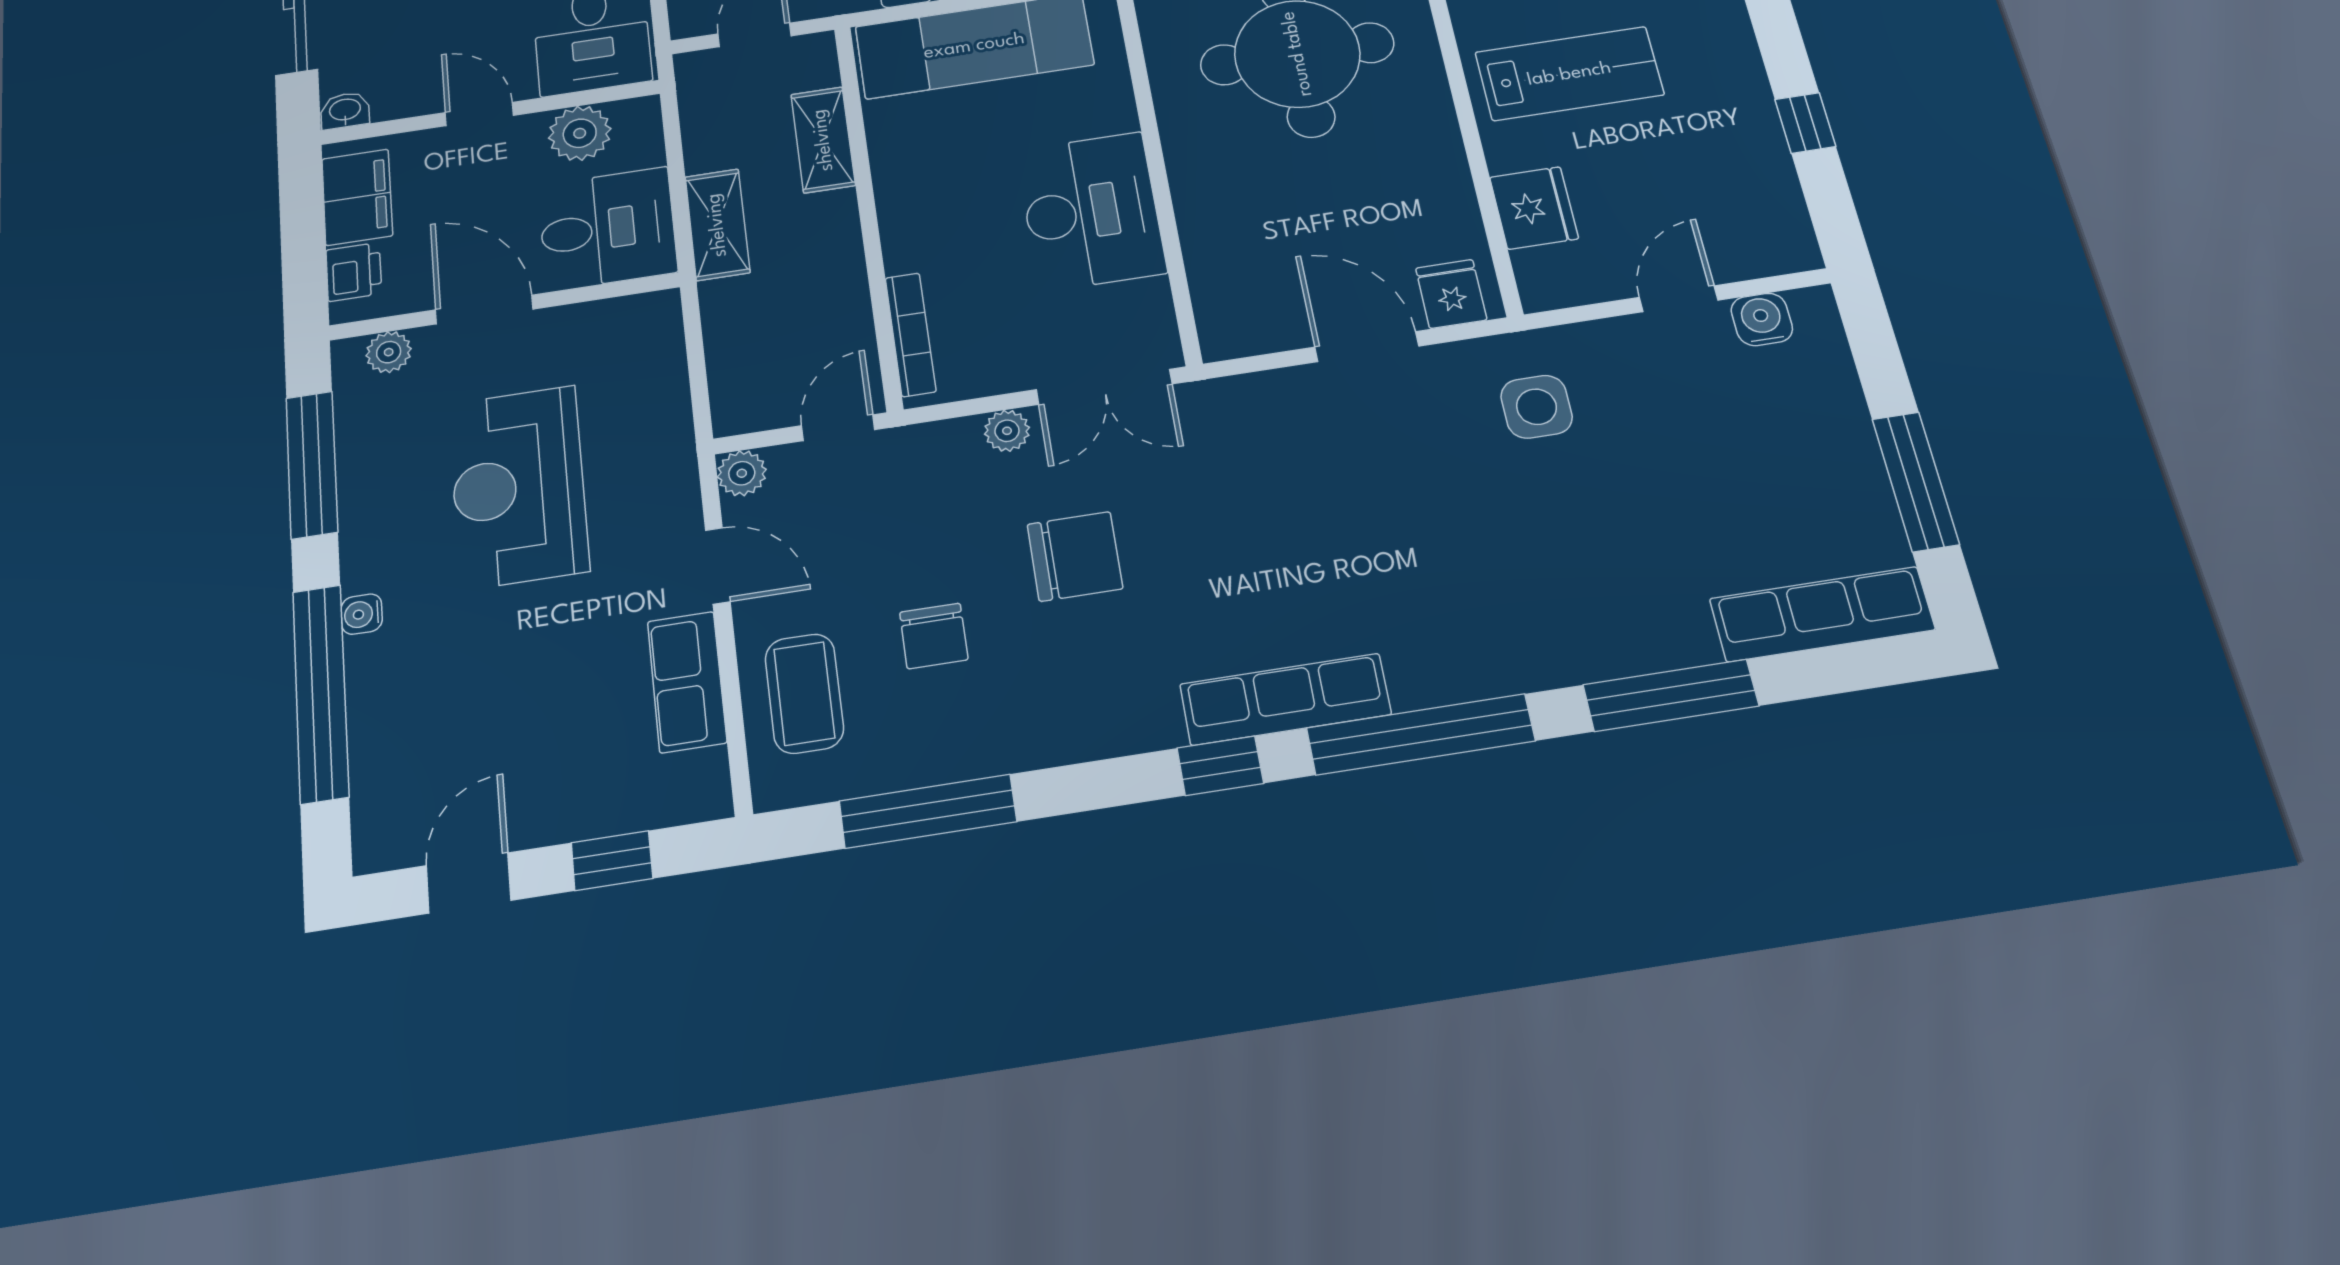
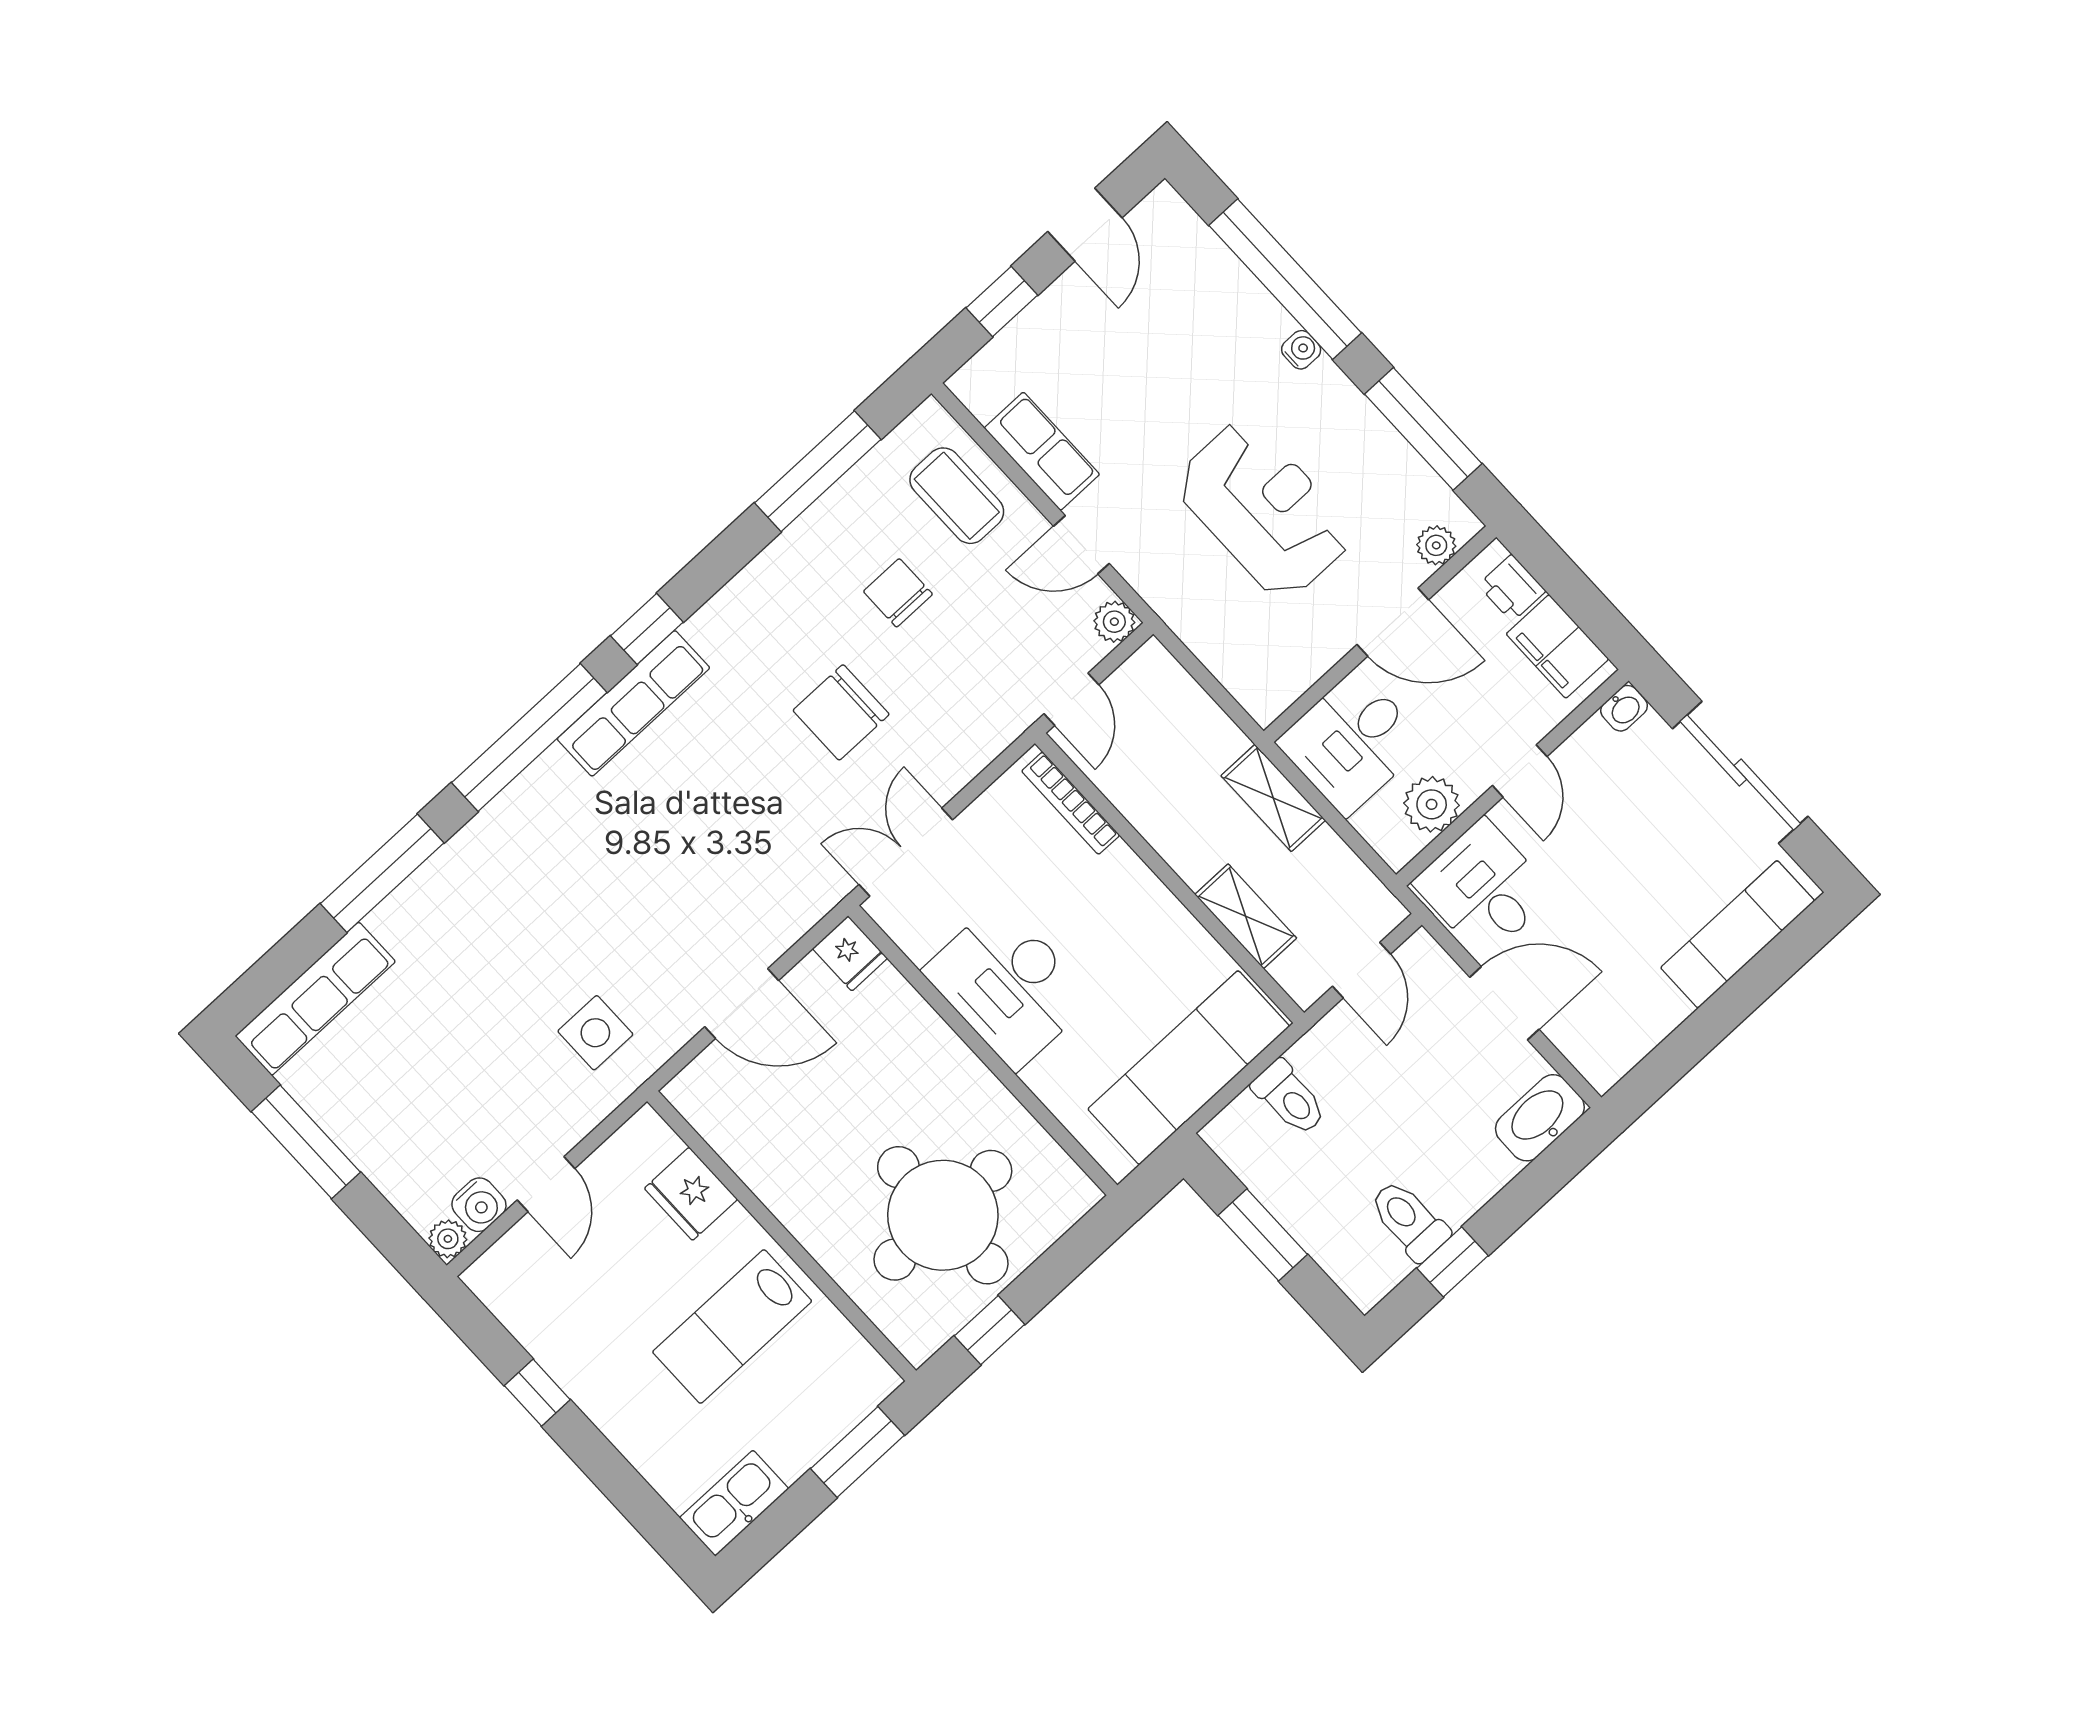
door: (479, 114) -> (1520, 771), hinge flipped
fridge: (1451, 294) -> (850, 953), moved
plant: (1007, 431) -> (448, 1239), moved

